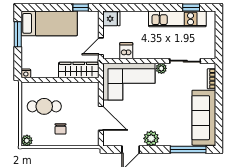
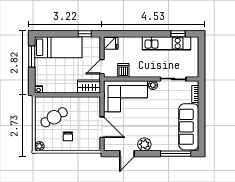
wardrobe: (79, 70) -> (89, 87), width x0.67
cafe table: (44, 106) -> (54, 117), turned -30

